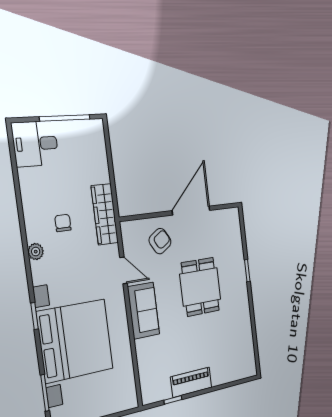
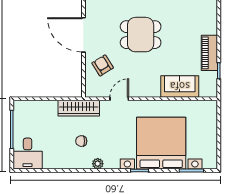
sofa: (144, 311) -> (180, 86), moved

